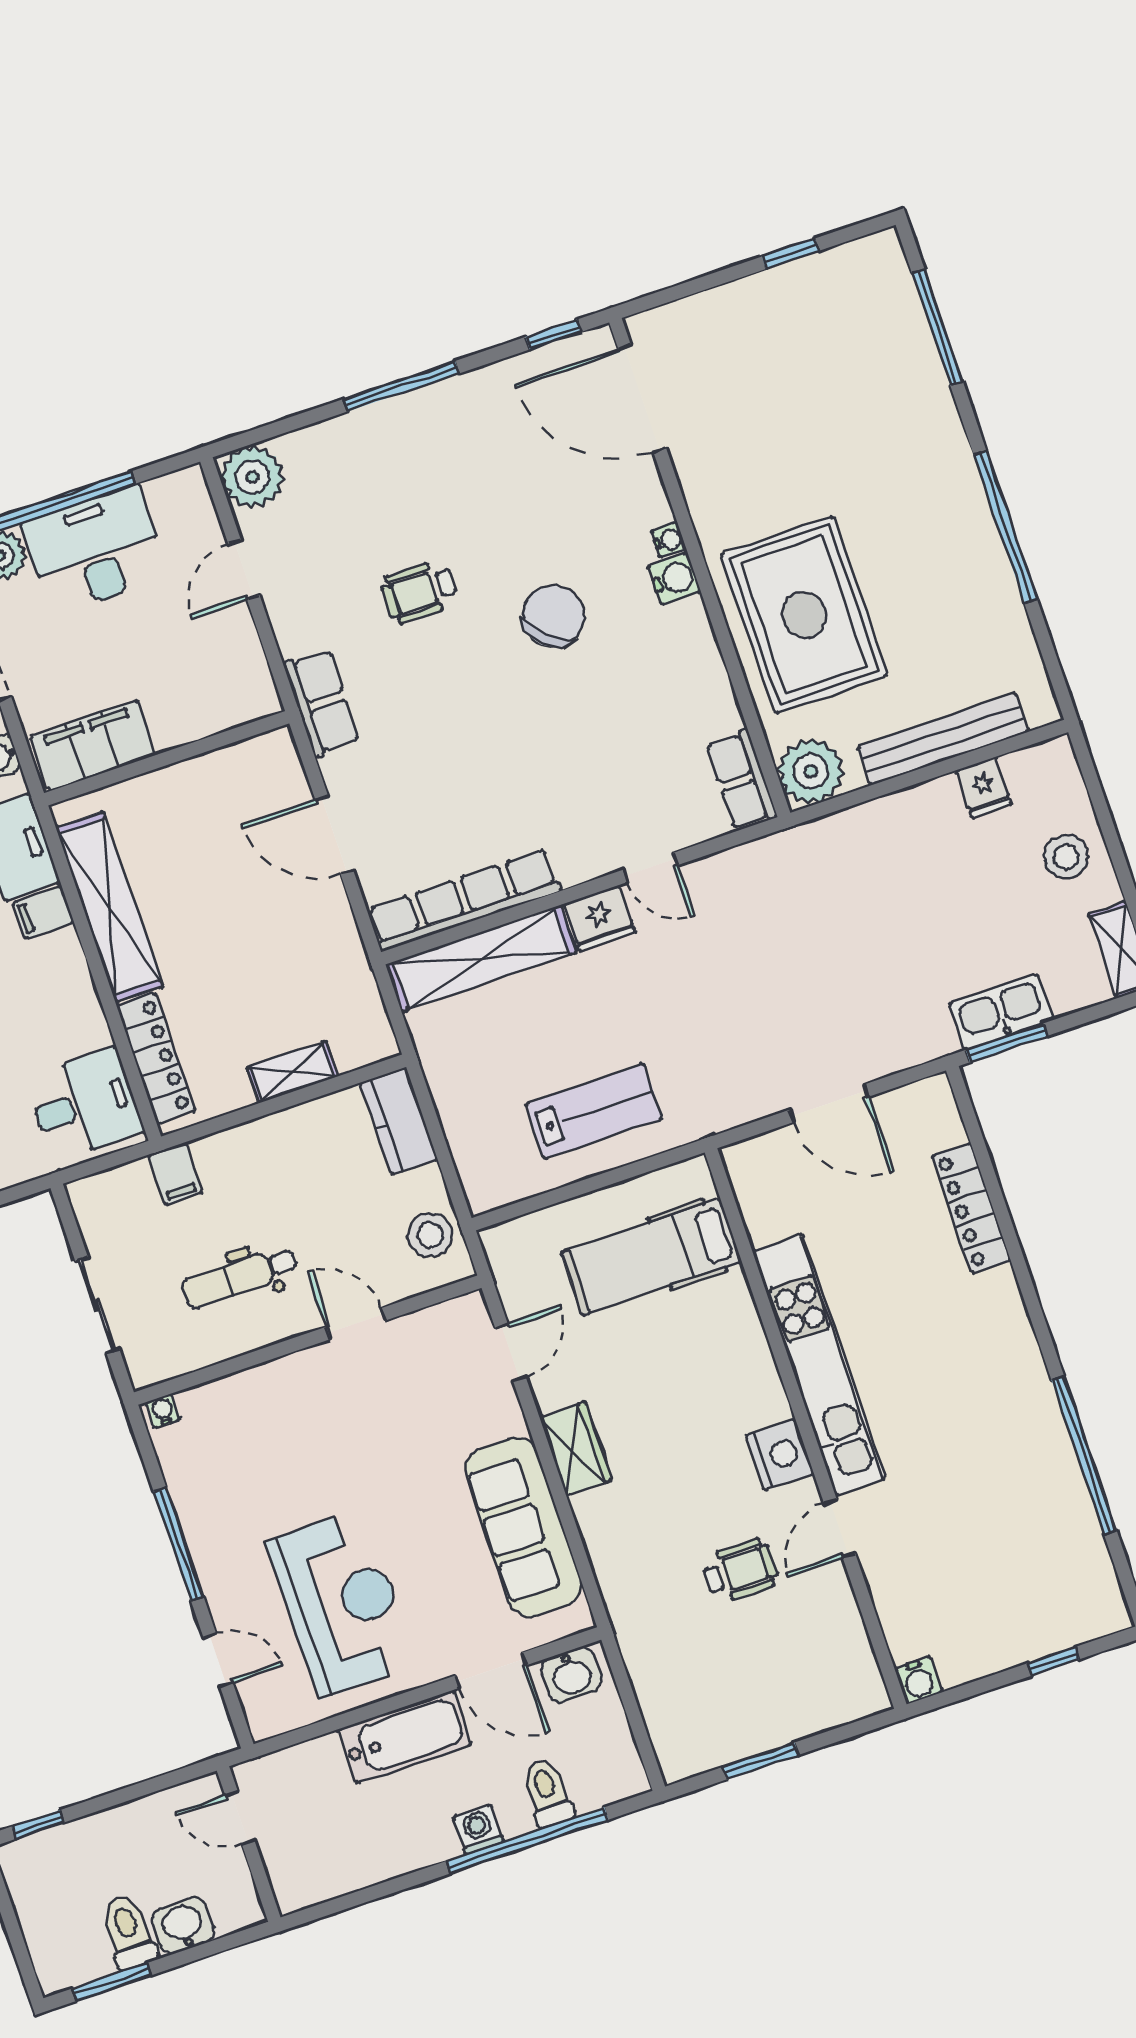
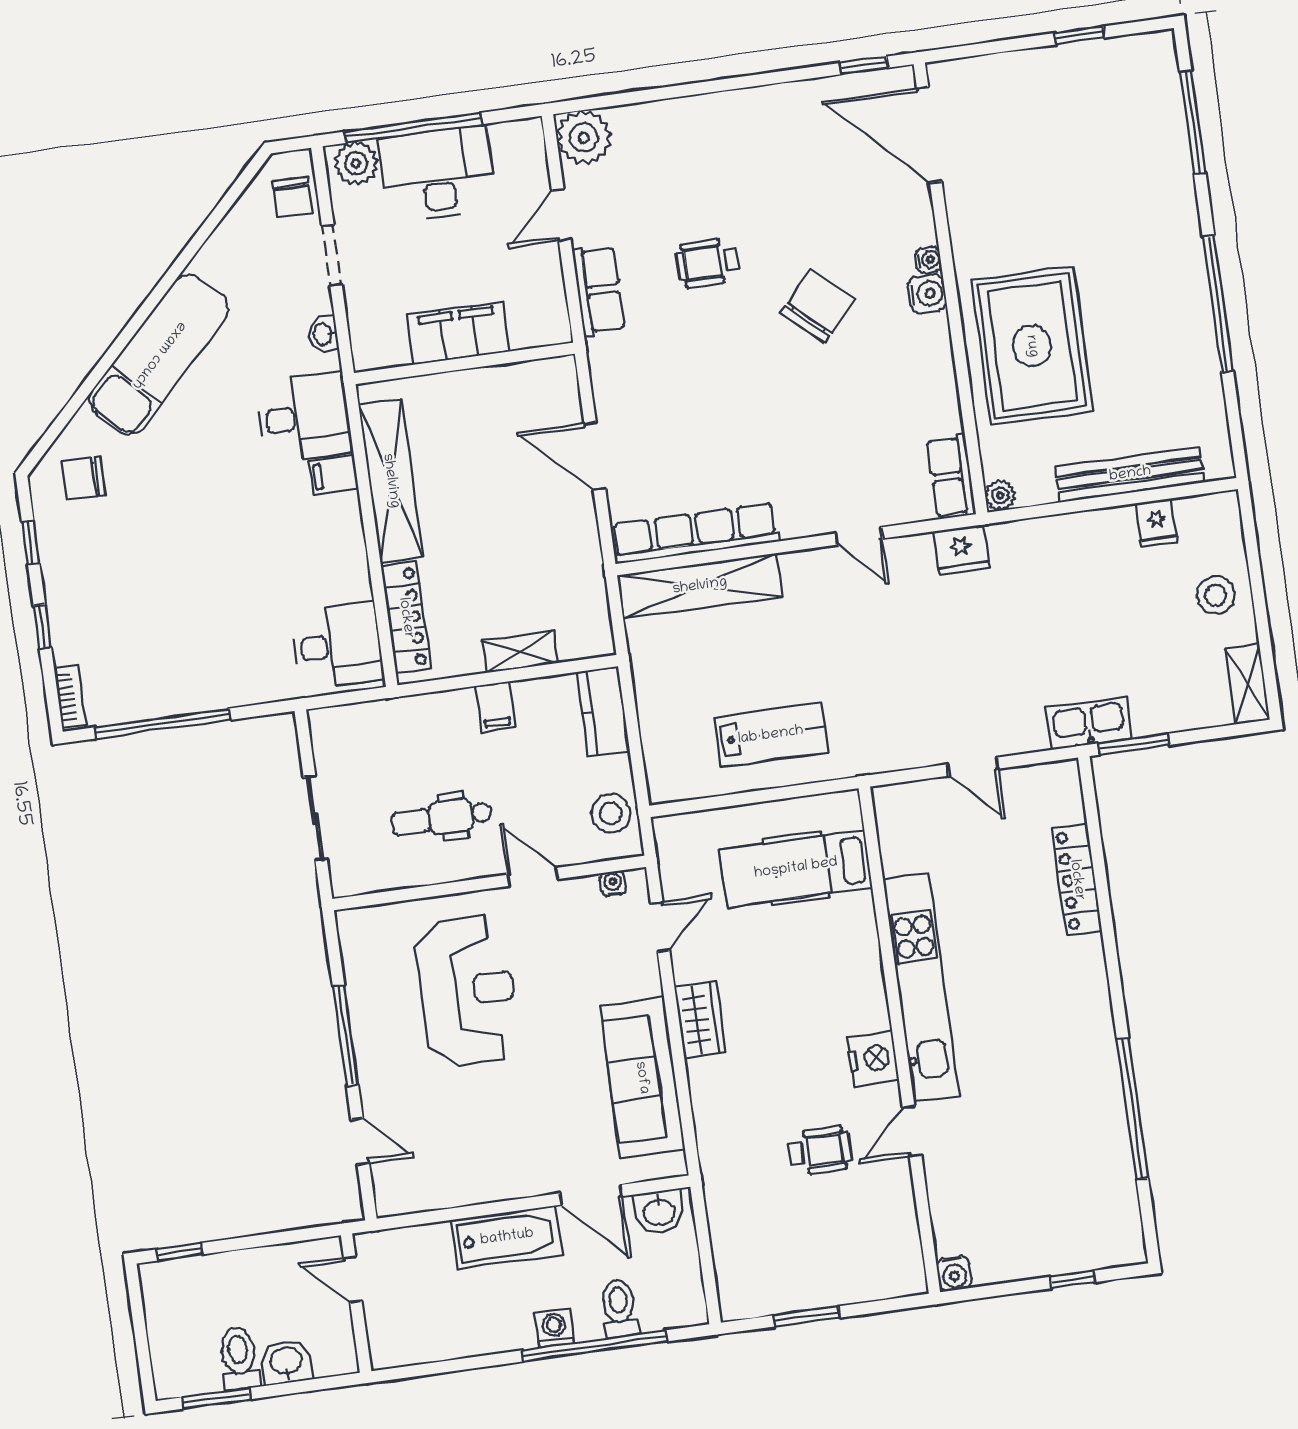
window: (401, 386) -> (726, 85), removed
row of seats: (322, 703) -> (599, 290), moved
filing cabinet: (93, 746) -> (458, 333), moved
plant: (811, 771) -> (1000, 495), width x0.53, depth x0.53
fridge: (600, 918) -> (961, 550), moved
kitchen sink: (1001, 1012) -> (1089, 723), moved
door: (829, 1103) -> (973, 767), width x0.73
filing cabinet: (175, 1174) -> (495, 706), moved
water cooler: (163, 1411) -> (613, 884), moved
reception desk: (342, 1604) -> (467, 991), moved

